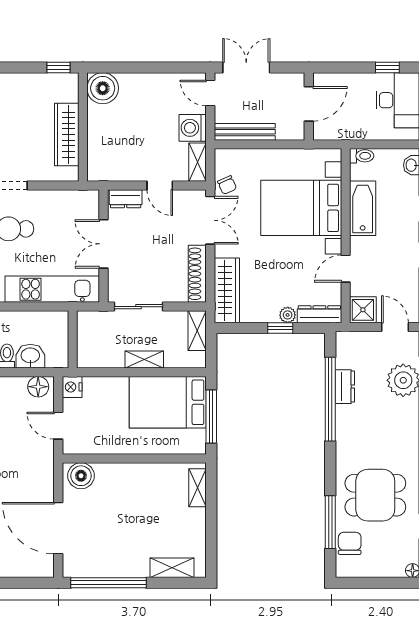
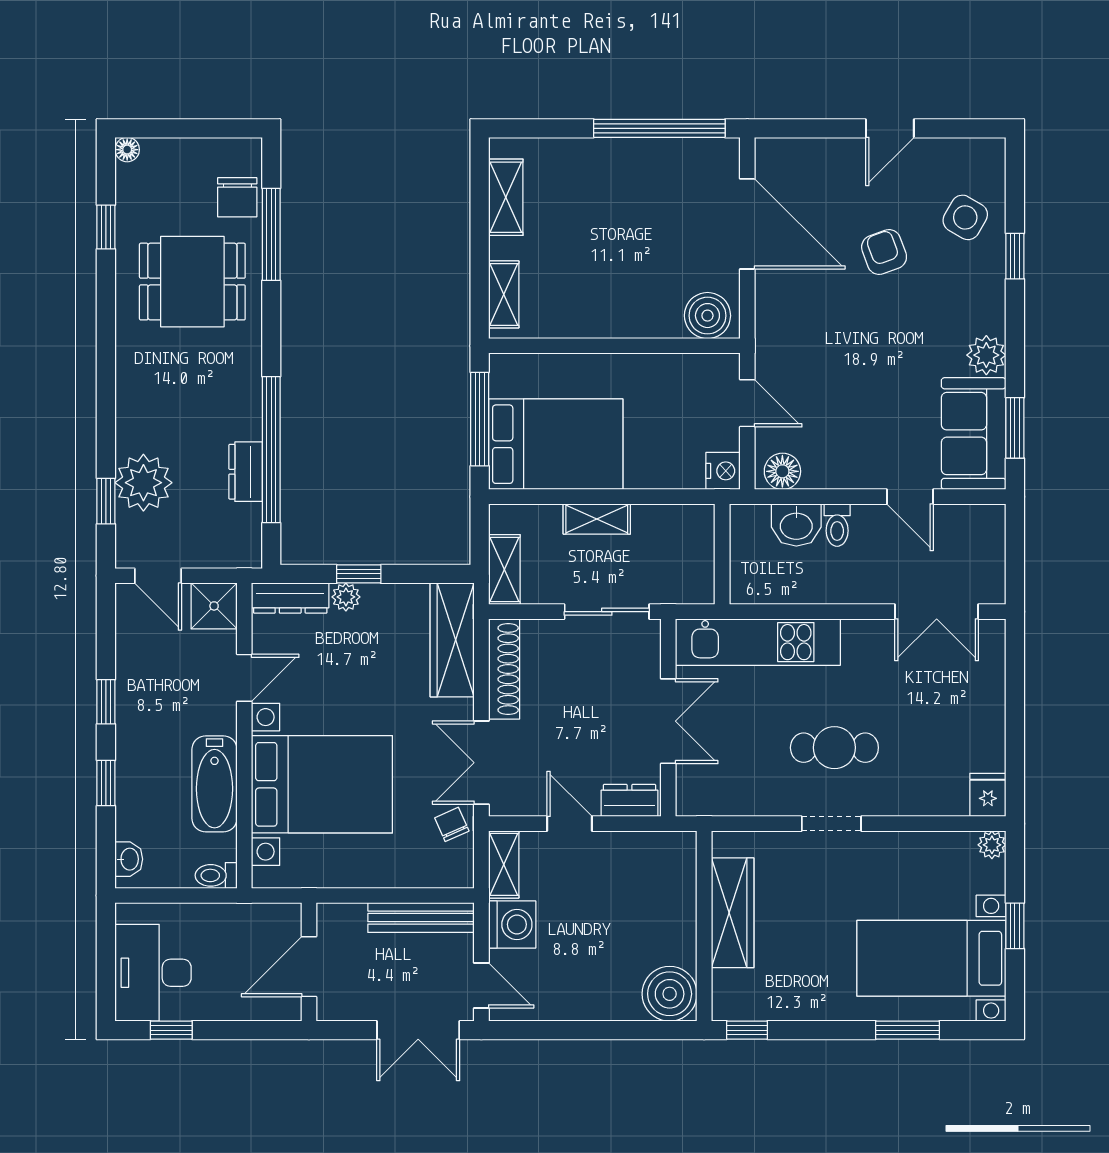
shelving: (172, 568) -> (506, 197), moved, turned 90

